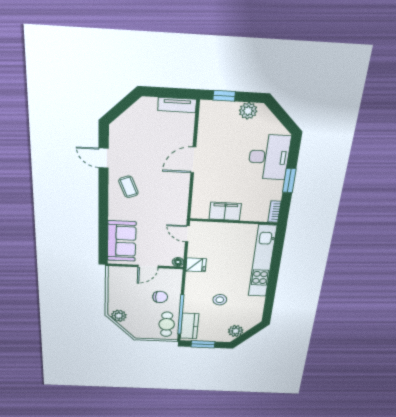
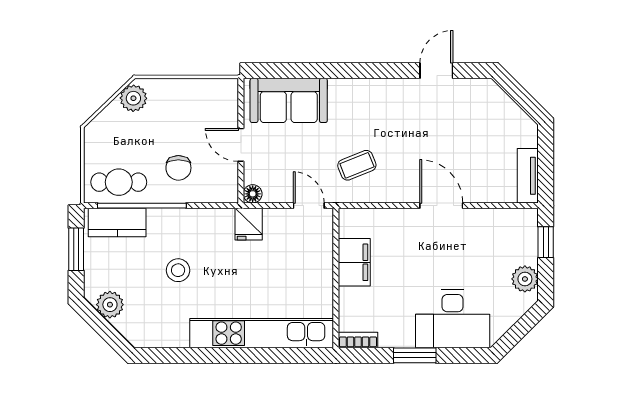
coffee table: (128, 187) -> (357, 165), moved
door: (187, 234) -> (309, 206), hinge flipped

